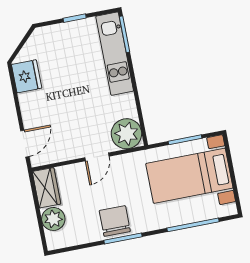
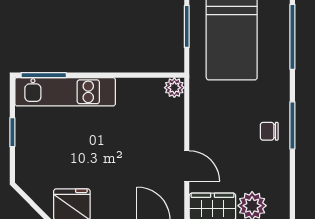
plant: (126, 134) -> (174, 88), width x0.53, depth x0.53
door: (97, 157) -> (187, 166), moved
chair: (115, 221) -> (269, 131), width x0.54, depth x0.54

